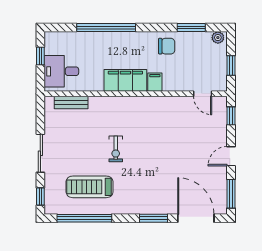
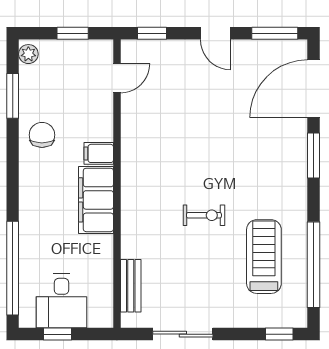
window: (106, 28) -> (13, 268), moved
desk: (61, 71) -> (61, 301), moved
sliding door: (40, 153) -> (183, 334), moved
treadmill: (90, 187) -> (264, 257), turned 180

